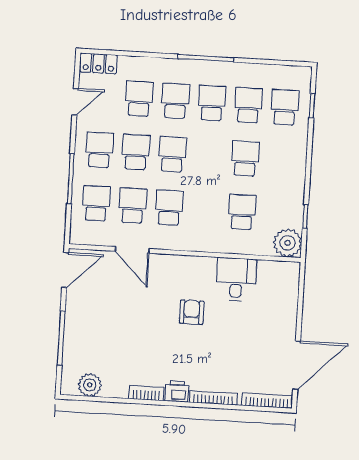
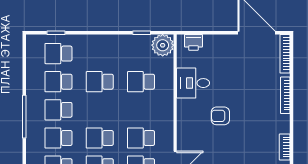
printer: (177, 391) -> (193, 42), moved, turned -90

